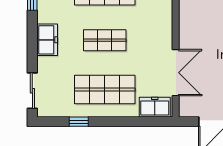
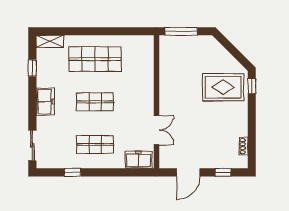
double door: (176, 73) -> (156, 130), width x0.73
shop shelf: (105, 90) -> (95, 145), width x0.70, depth x0.74

